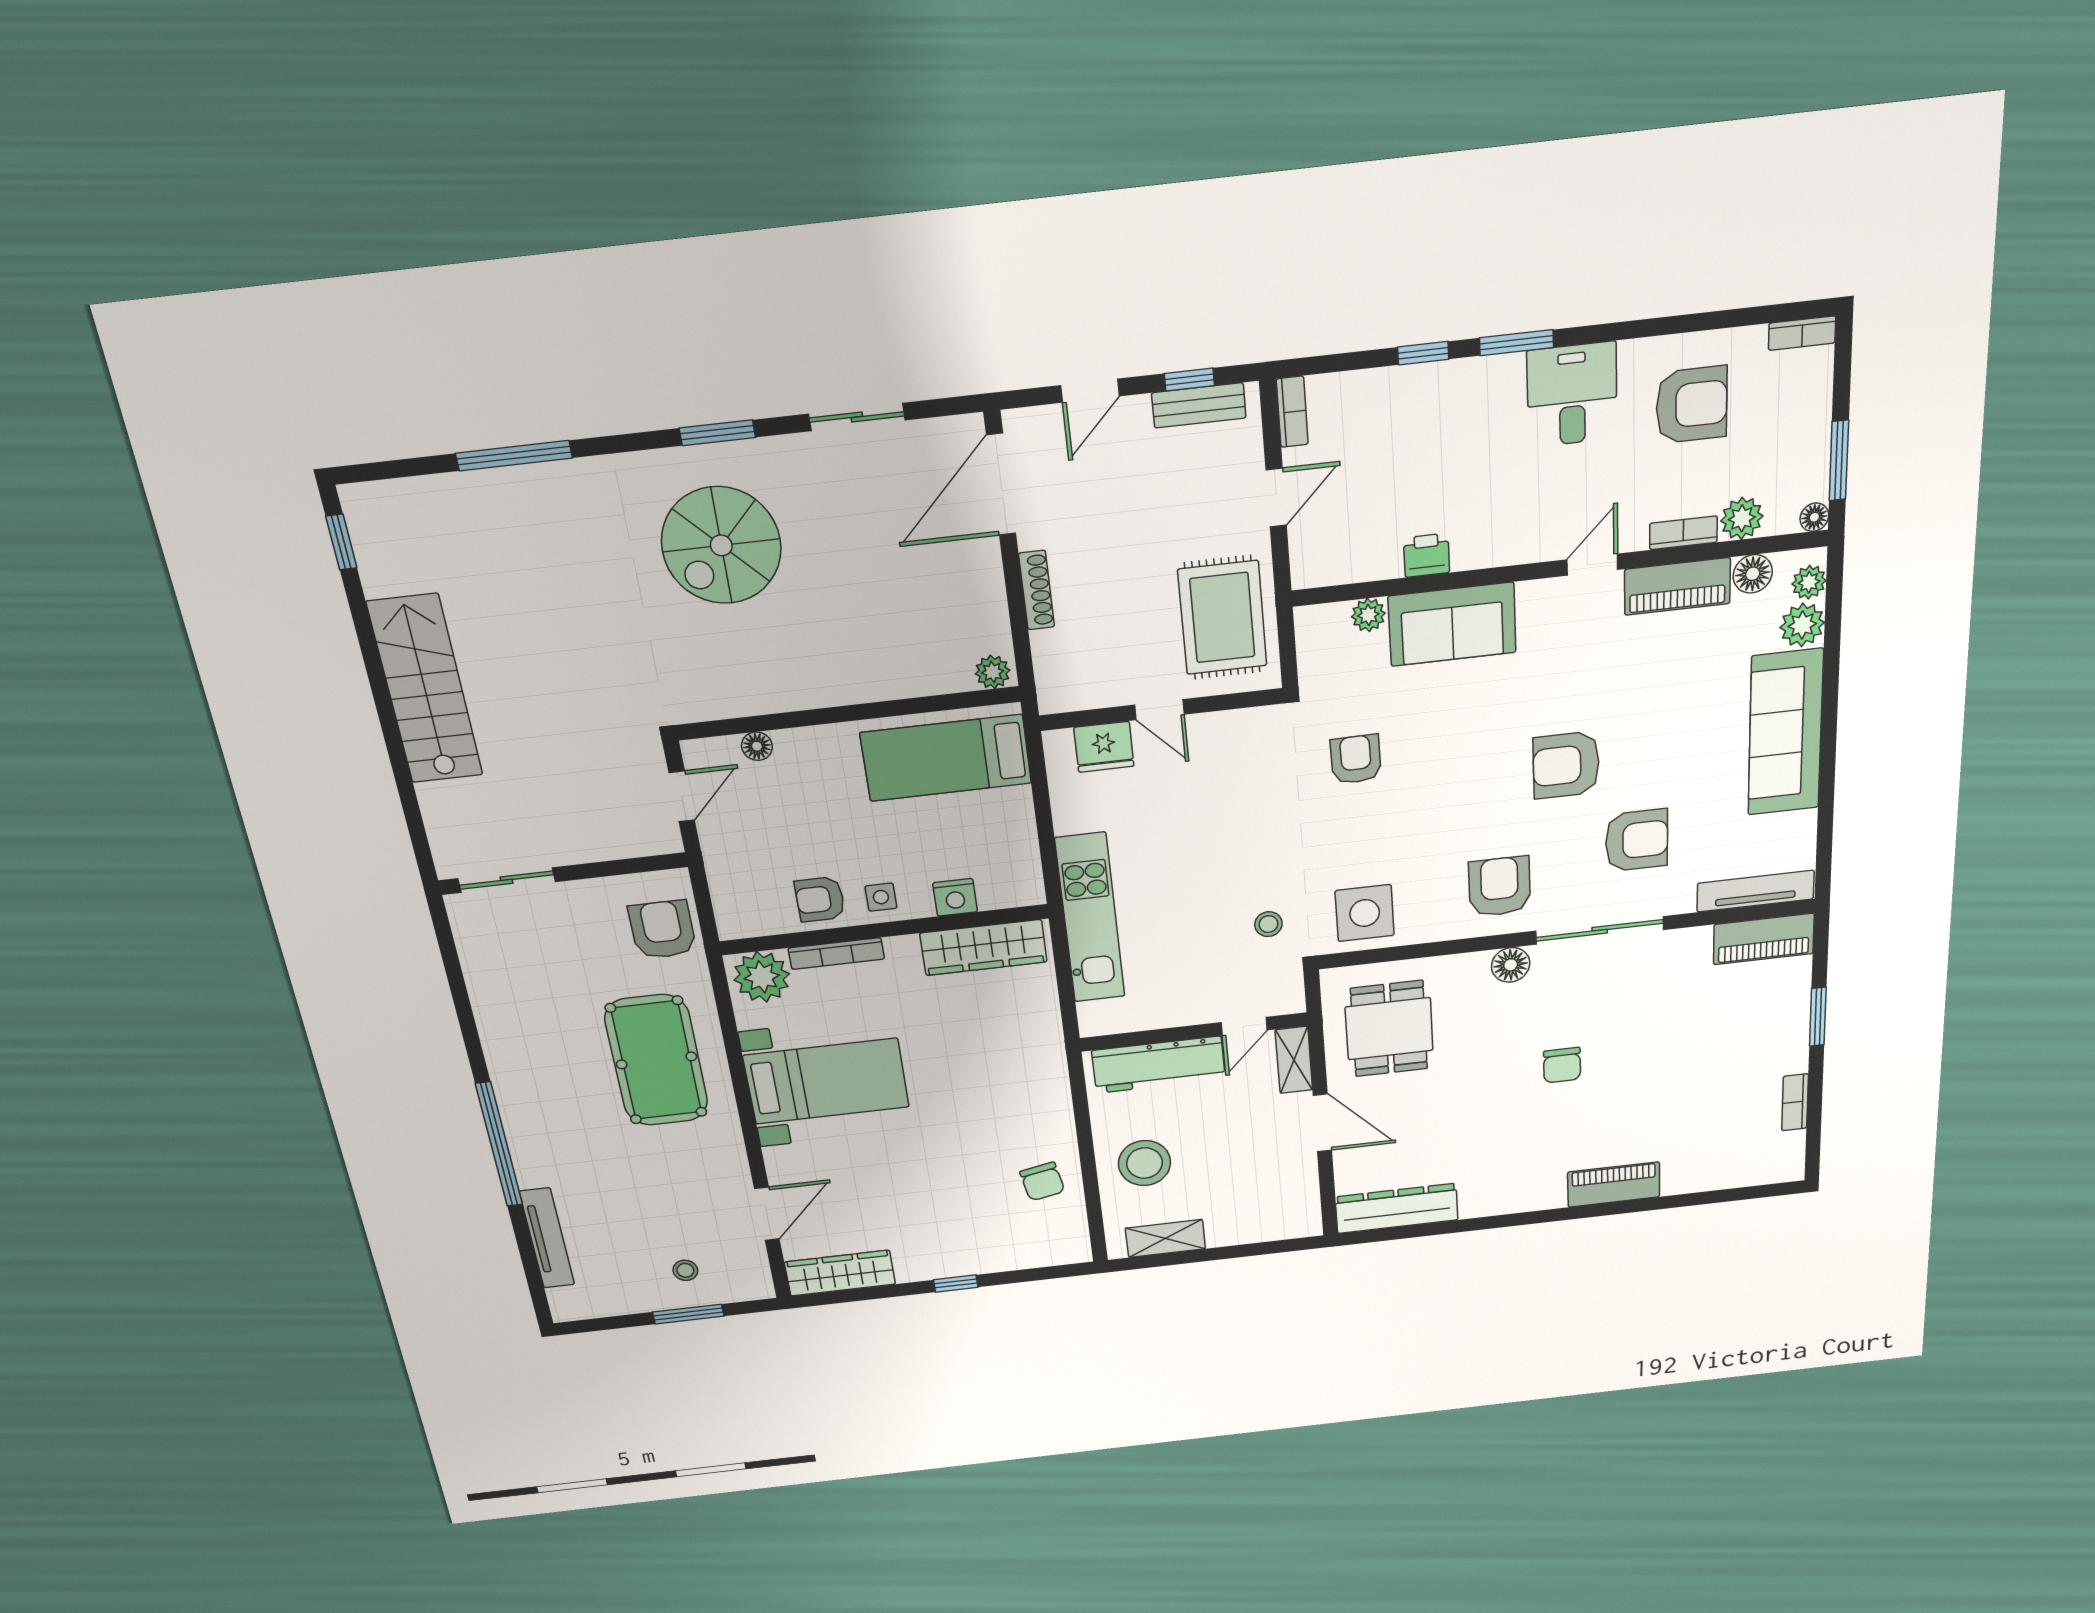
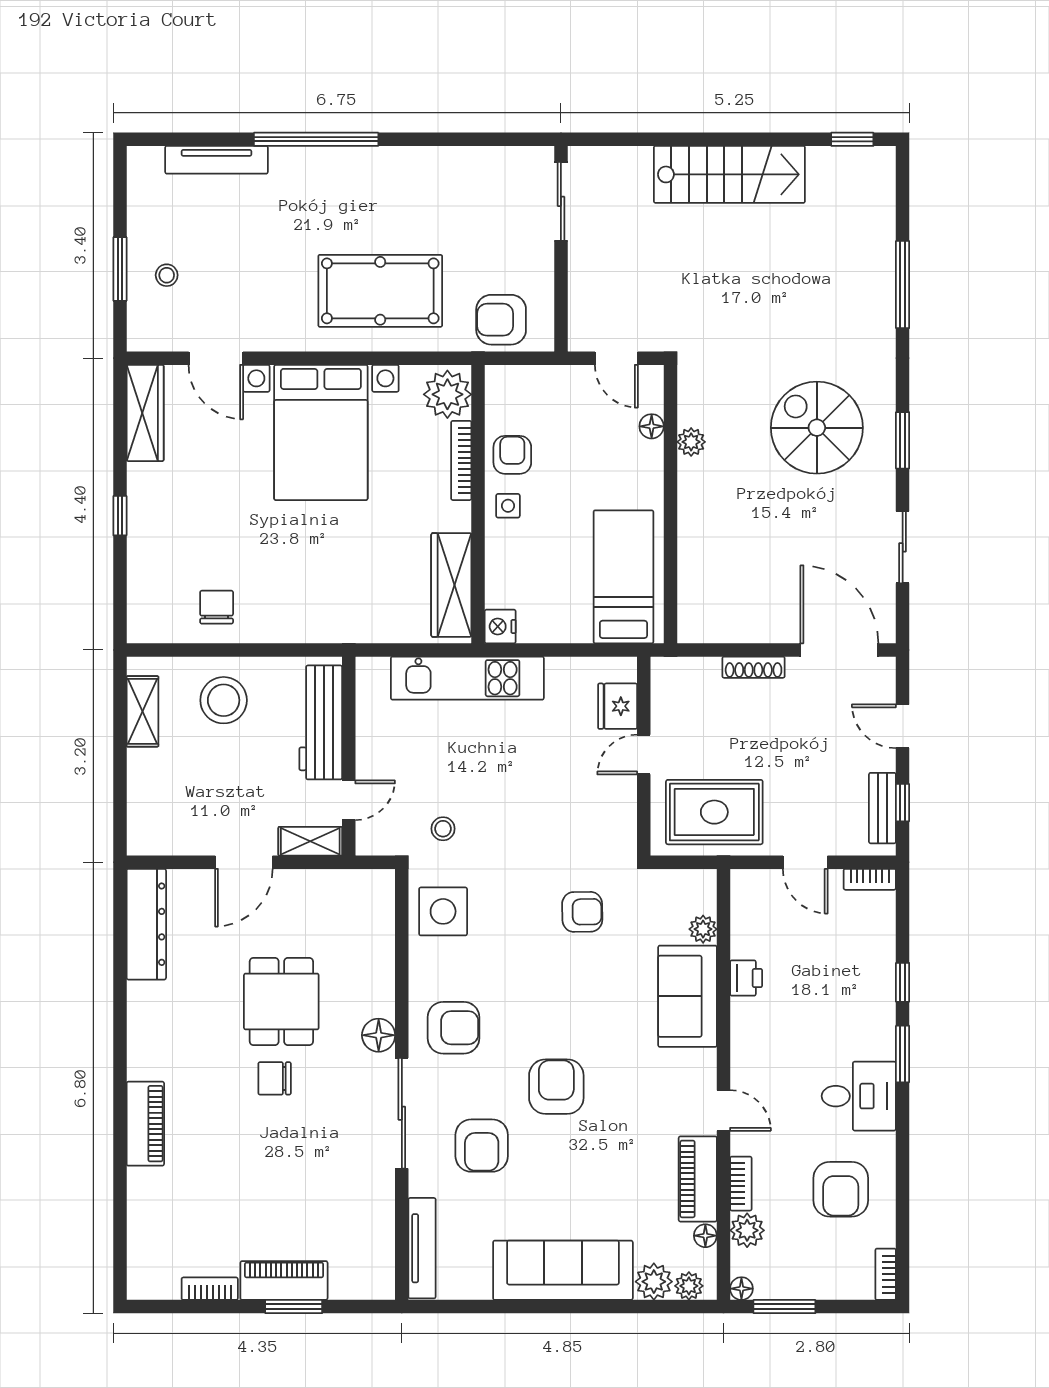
floor lamp: (1753, 574) -> (705, 1236), width x0.73, depth x0.73
plant: (993, 672) -> (691, 442), moved
nightstand: (955, 897) -> (500, 626), moved
armchair: (662, 930) -> (501, 320), turned 180
piano: (1764, 939) -> (284, 1280), moved, turned 90
door: (1244, 1026) -> (349, 800), swing flipped
dining table: (1389, 1029) -> (281, 1001), moved, turned 90
bed with nightstands: (826, 1081) -> (321, 432), width x1.36
chair: (1042, 1182) -> (217, 607), turned 101

